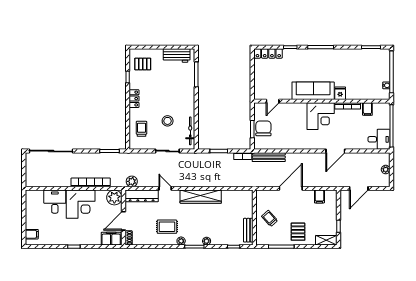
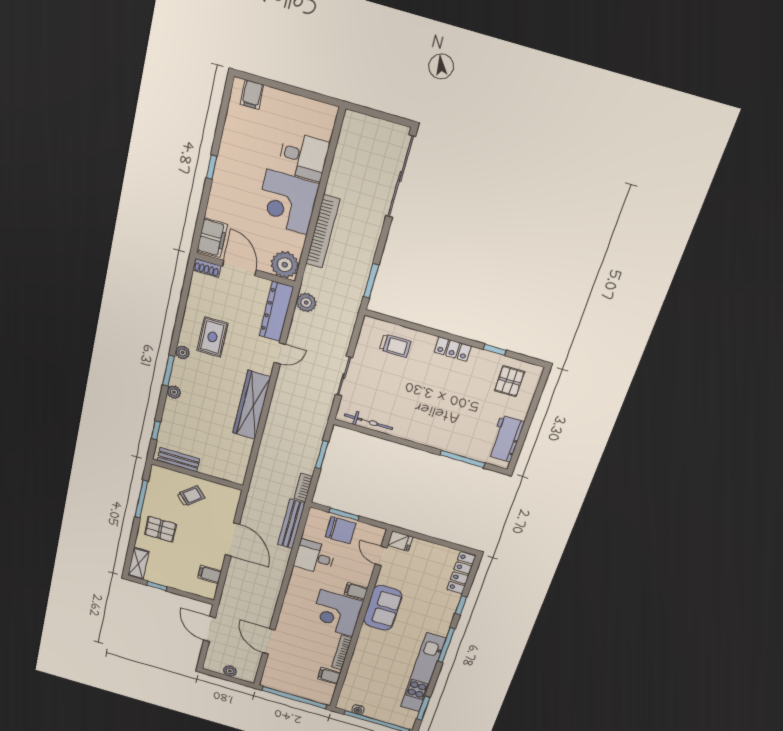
kitchen unit: (345, 55) -> (423, 673), added
sofa: (313, 91) -> (383, 608), width x0.73
fridge: (340, 93) -> (400, 541), moved
filing cabinet: (302, 109) -> (356, 591), added
stool: (168, 121) -> (396, 392), removed
desk: (379, 139) -> (315, 557), moved, turned 90
door: (335, 151) -> (269, 641), moved

